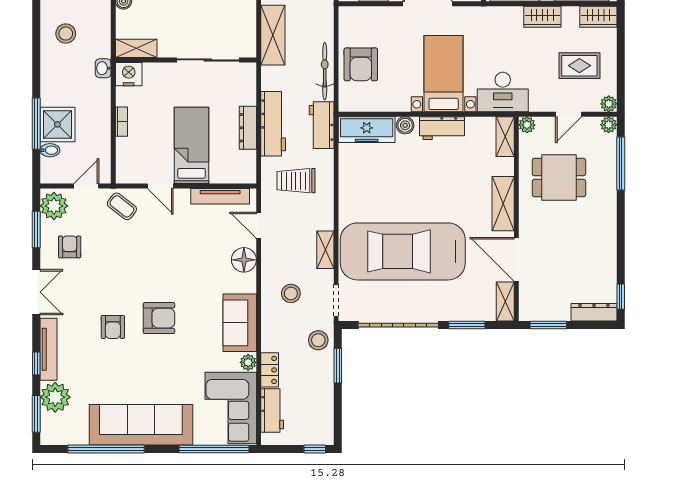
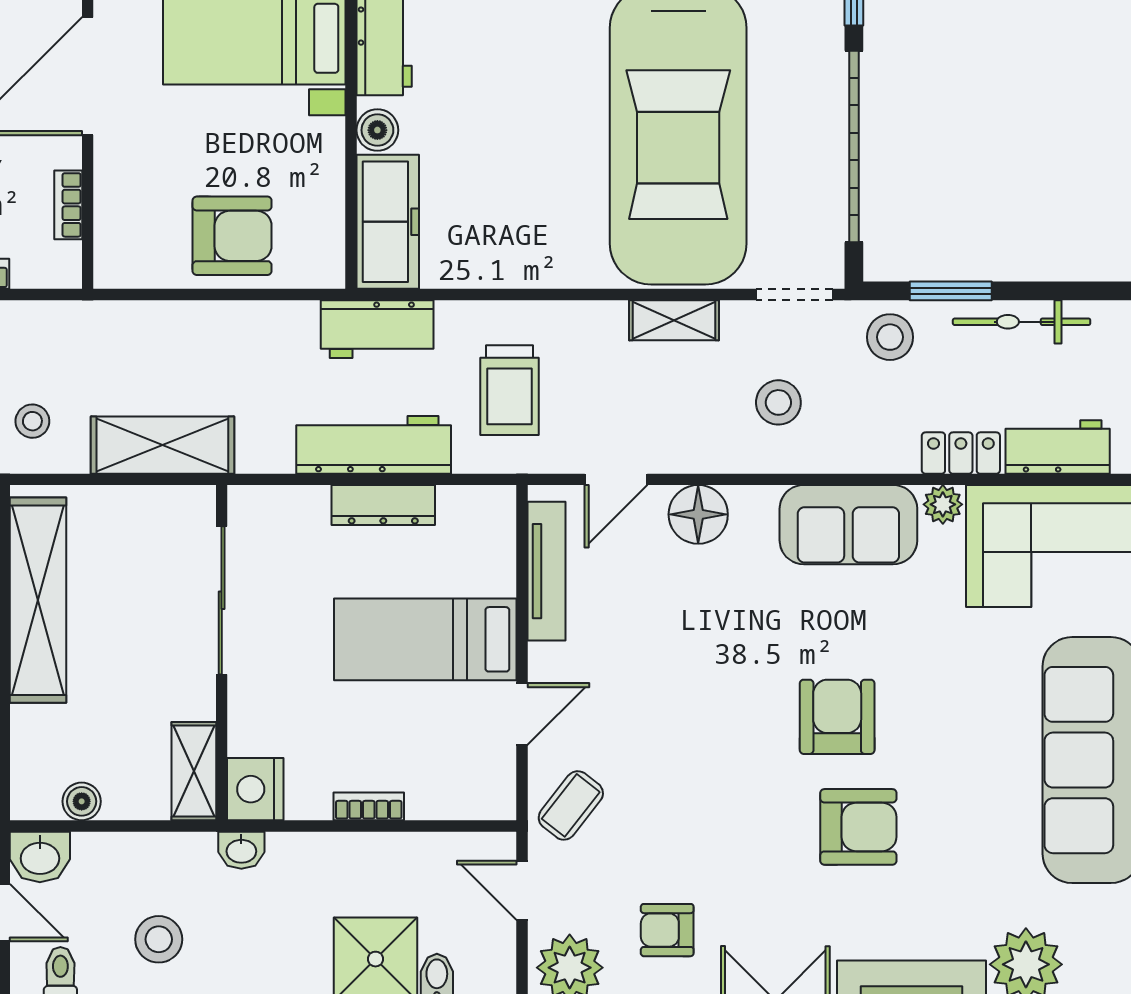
bicycle: (325, 71) -> (1022, 322), moved
armchair: (113, 327) -> (858, 827), width x1.38, depth x1.38

